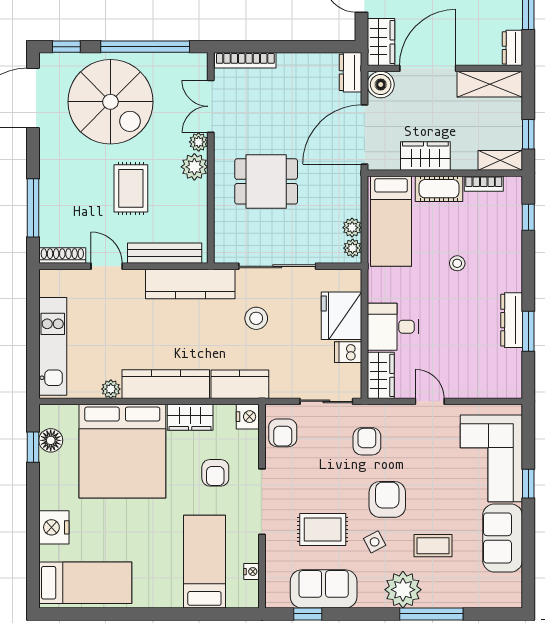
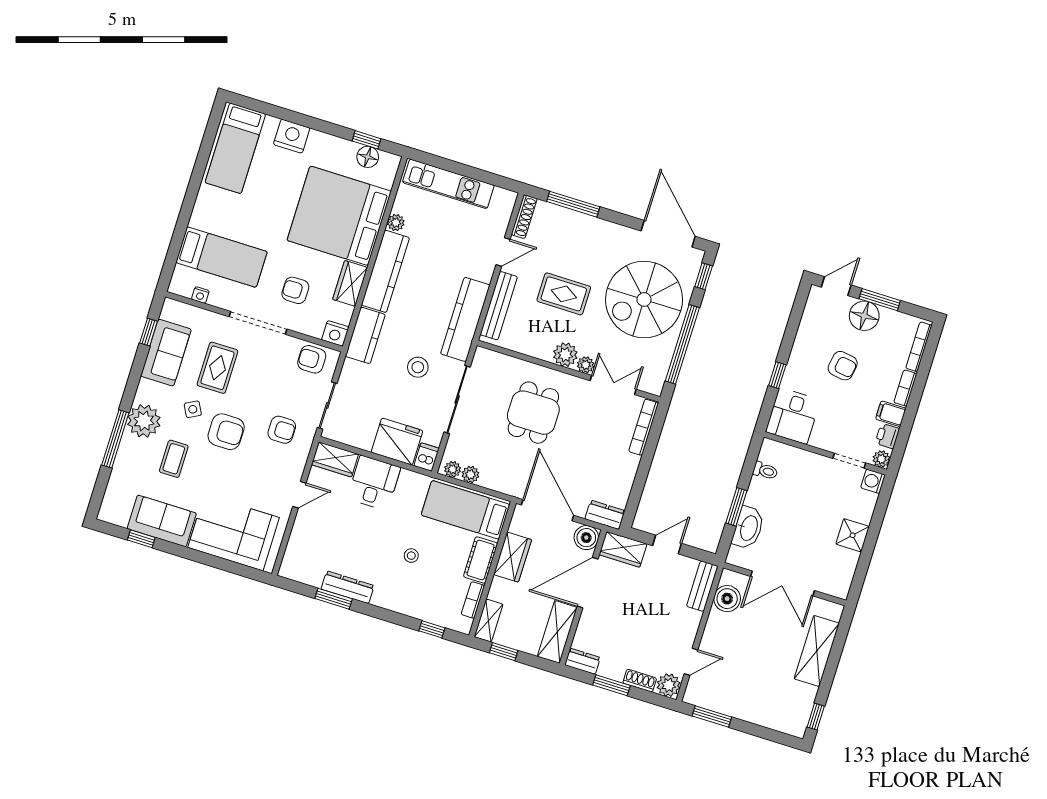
door: (428, 68) -> (588, 583), swing flipped
dishwasher: (348, 352) -> (427, 457), moved
window: (528, 484) -> (141, 539), moved

